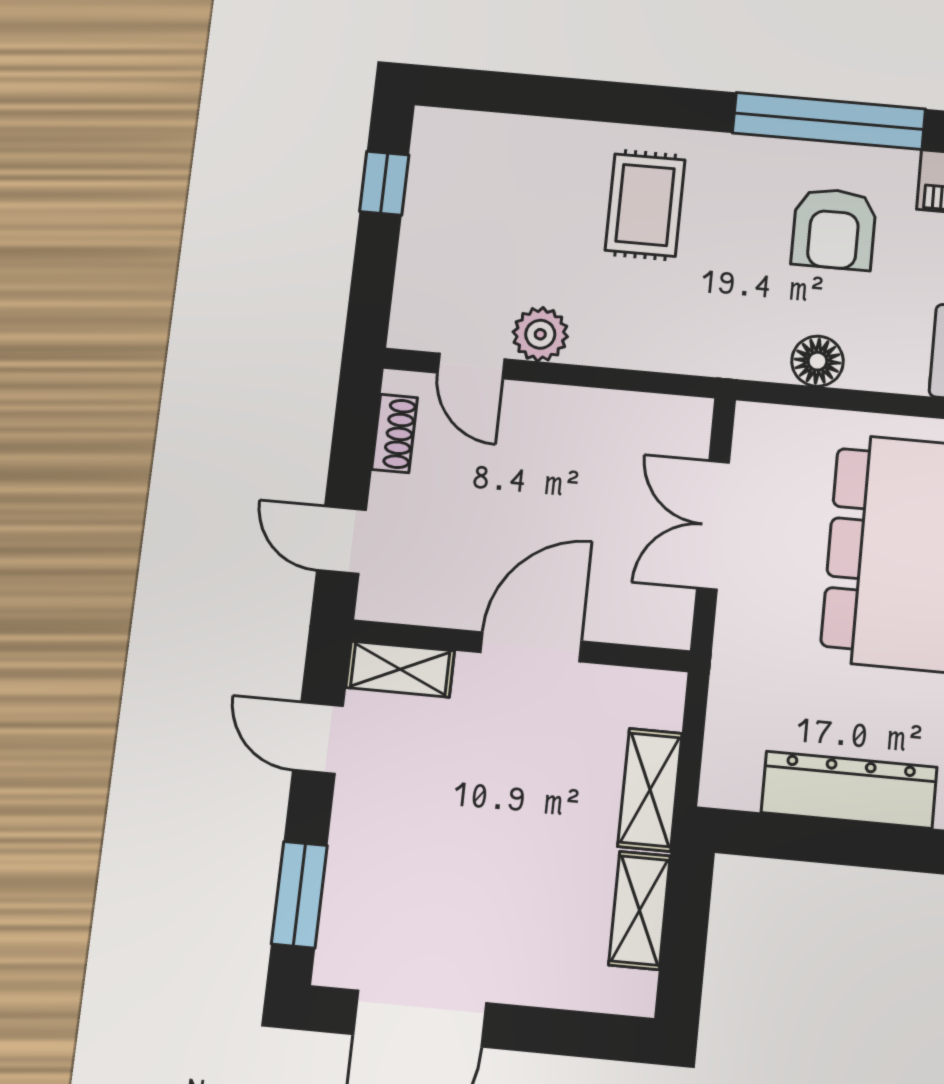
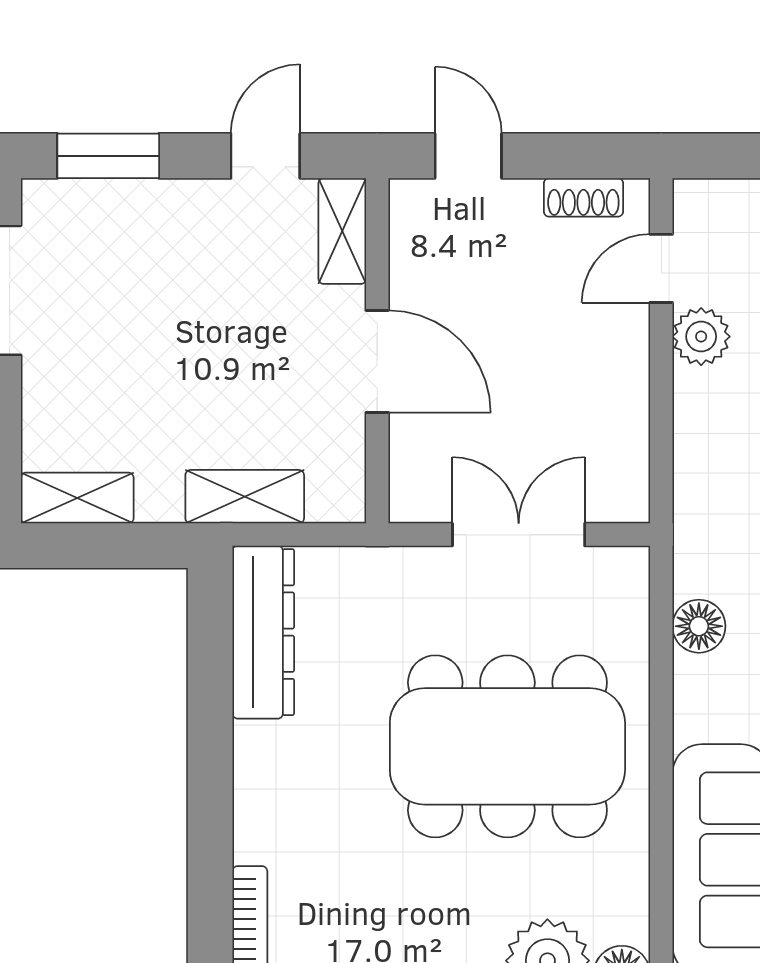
door: (342, 540) -> (468, 156), hinge flipped
dresser: (849, 790) -> (263, 632), moved
shelving: (639, 910) -> (77, 498), moved

